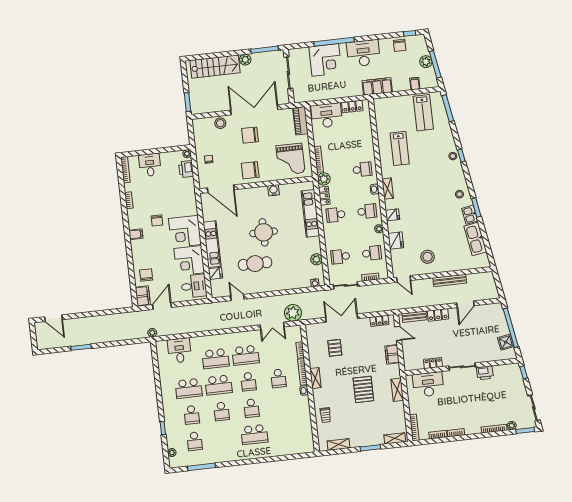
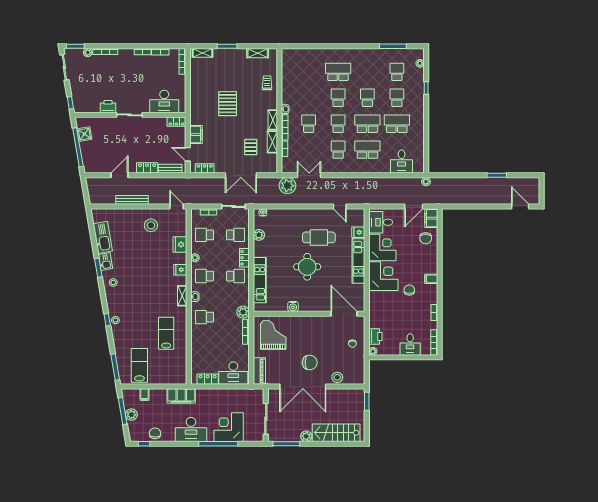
chair: (250, 170) -> (313, 328), removed
locker: (324, 196) -> (244, 258), moved
school desk: (246, 355) -> (338, 150), width x0.54
locker: (433, 363) -> (176, 122), moved
shelving: (397, 390) -> (272, 142), moved

